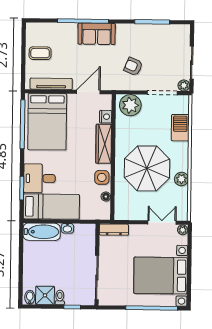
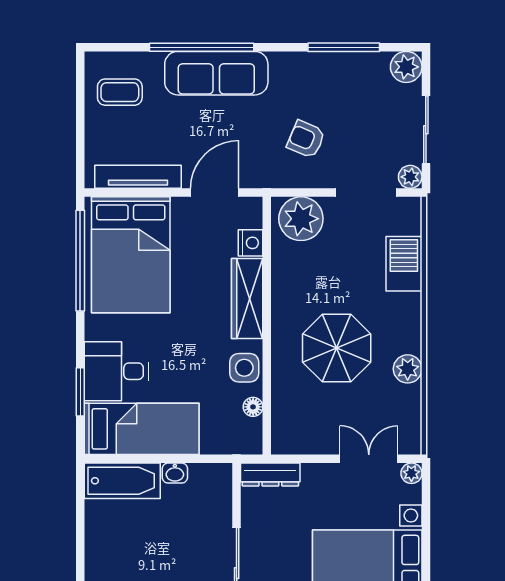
plant: (182, 32) -> (406, 67), added
sofa: (97, 34) -> (216, 73), width x1.36
coffee table: (40, 53) -> (120, 92), moved
parasol: (147, 168) -> (337, 348), width x0.73, depth x0.73

